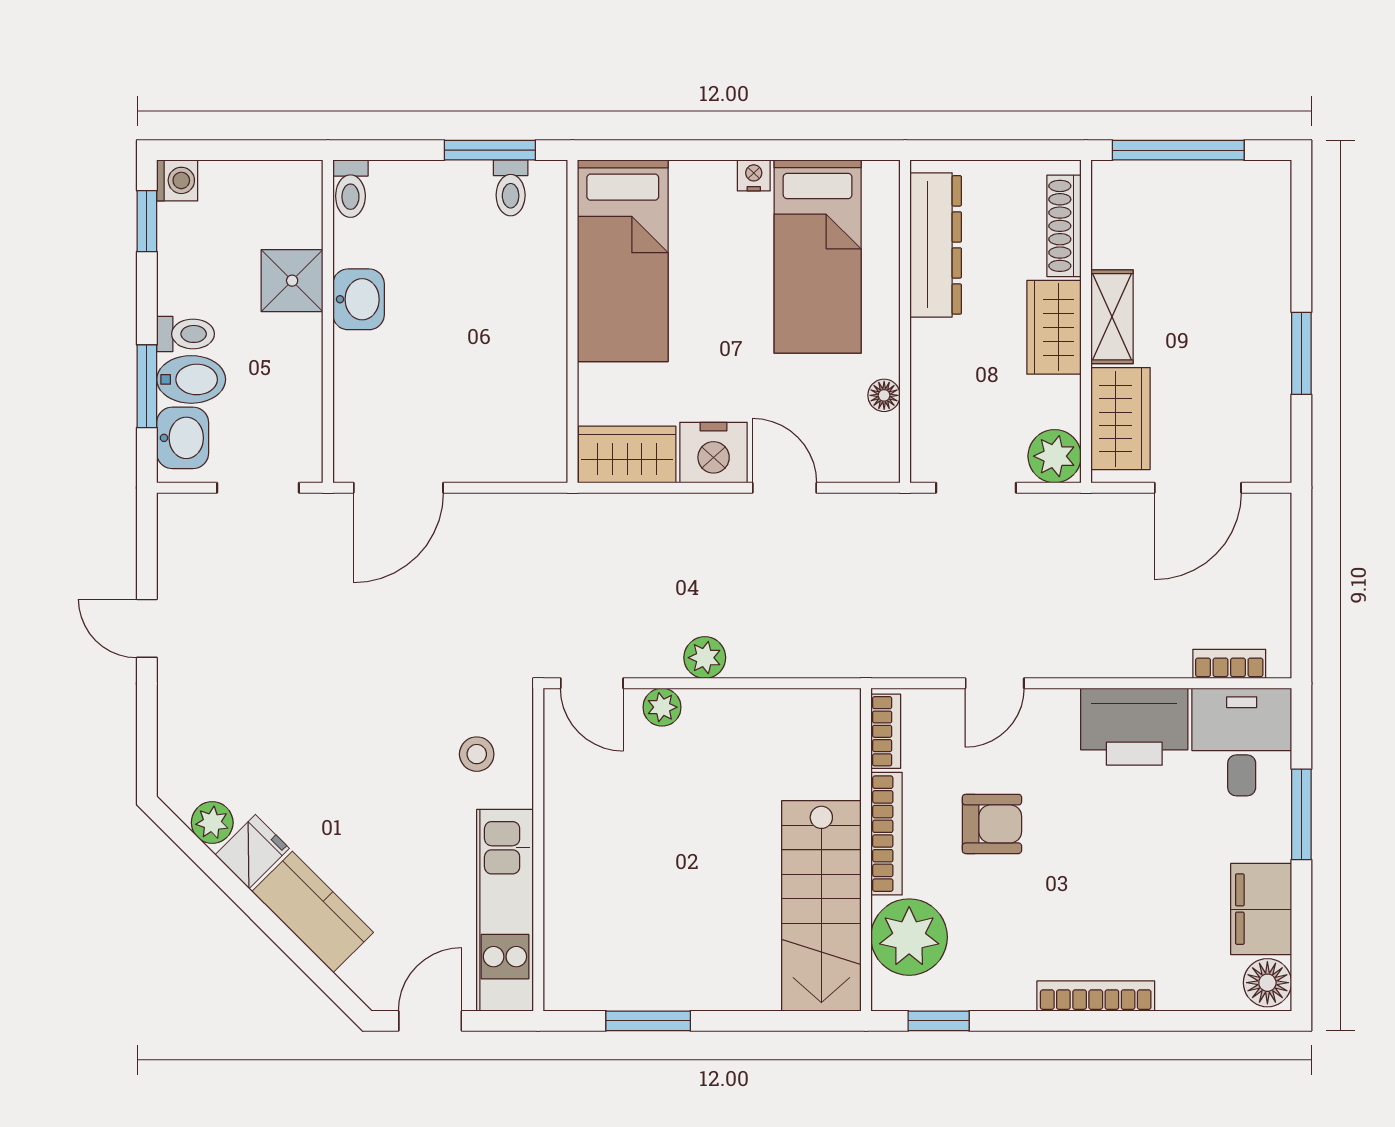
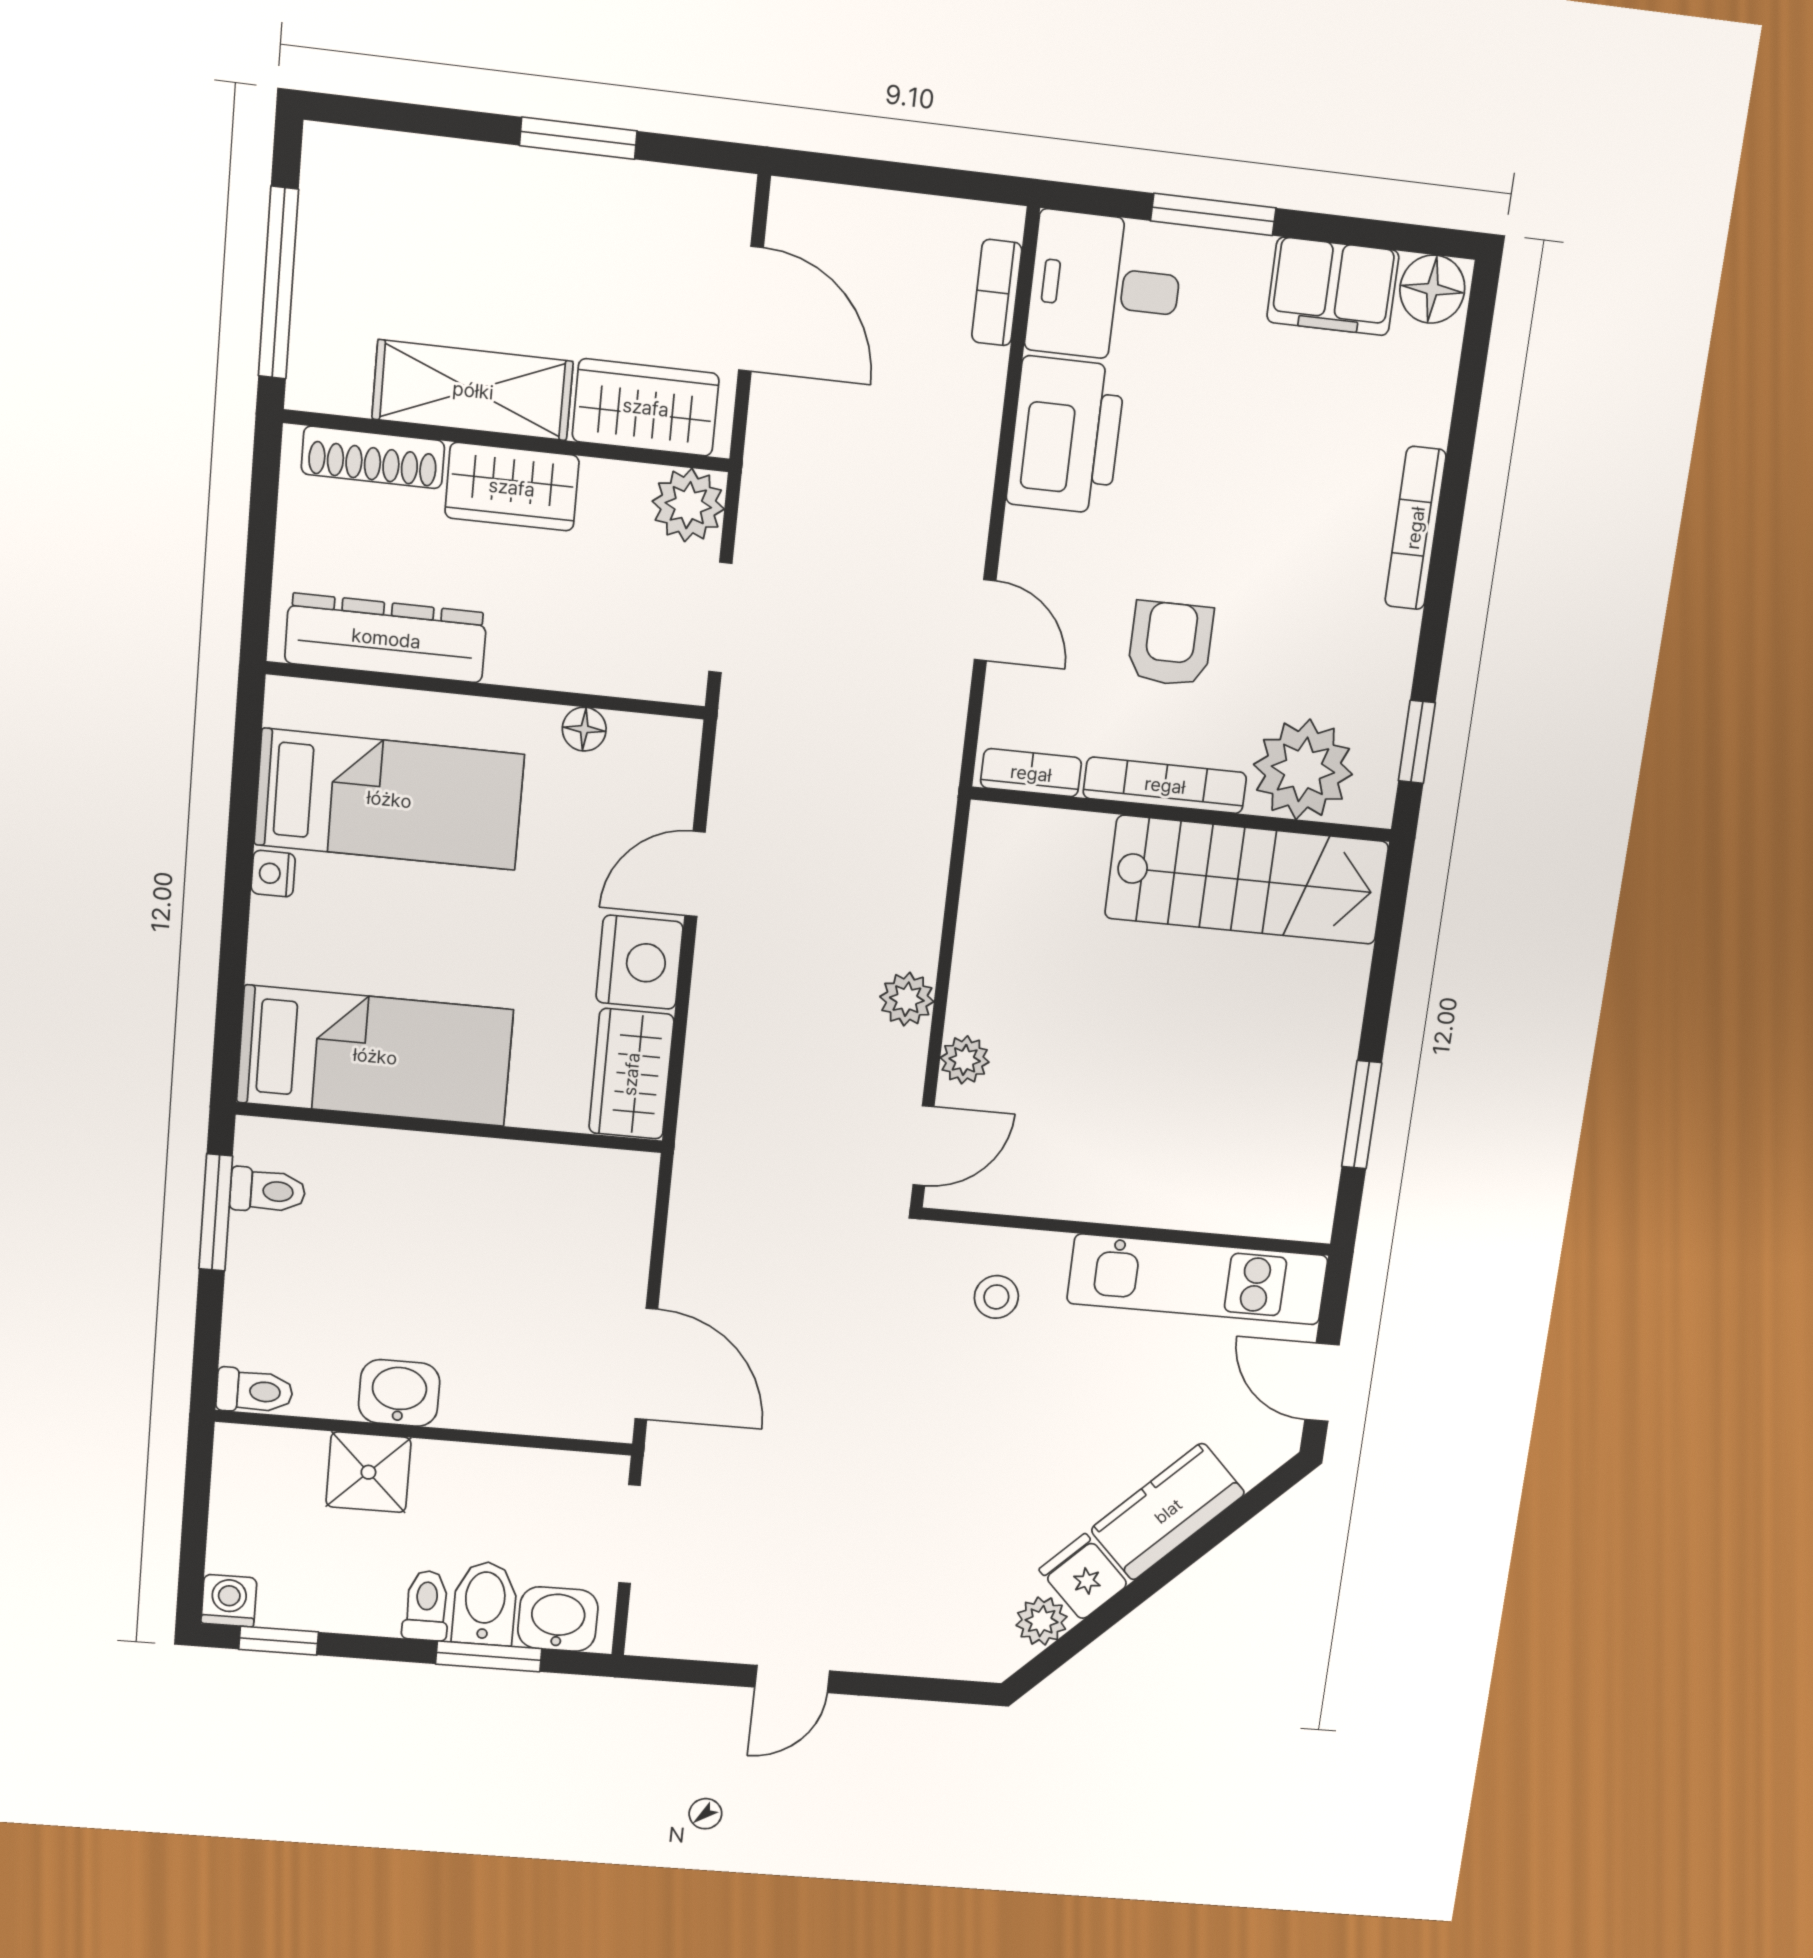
shelving: (1112, 317) -> (473, 390), width x1.50, depth x1.33

